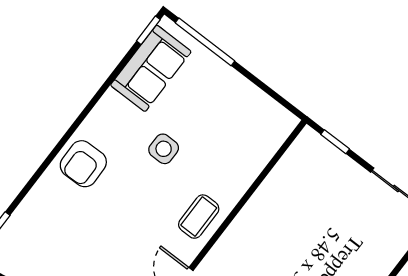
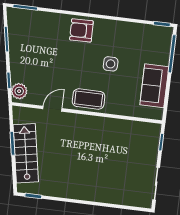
sofa: (151, 68) -> (154, 86), moved, turned 90
coffee table: (199, 217) -> (89, 99), width x1.36, depth x1.30

